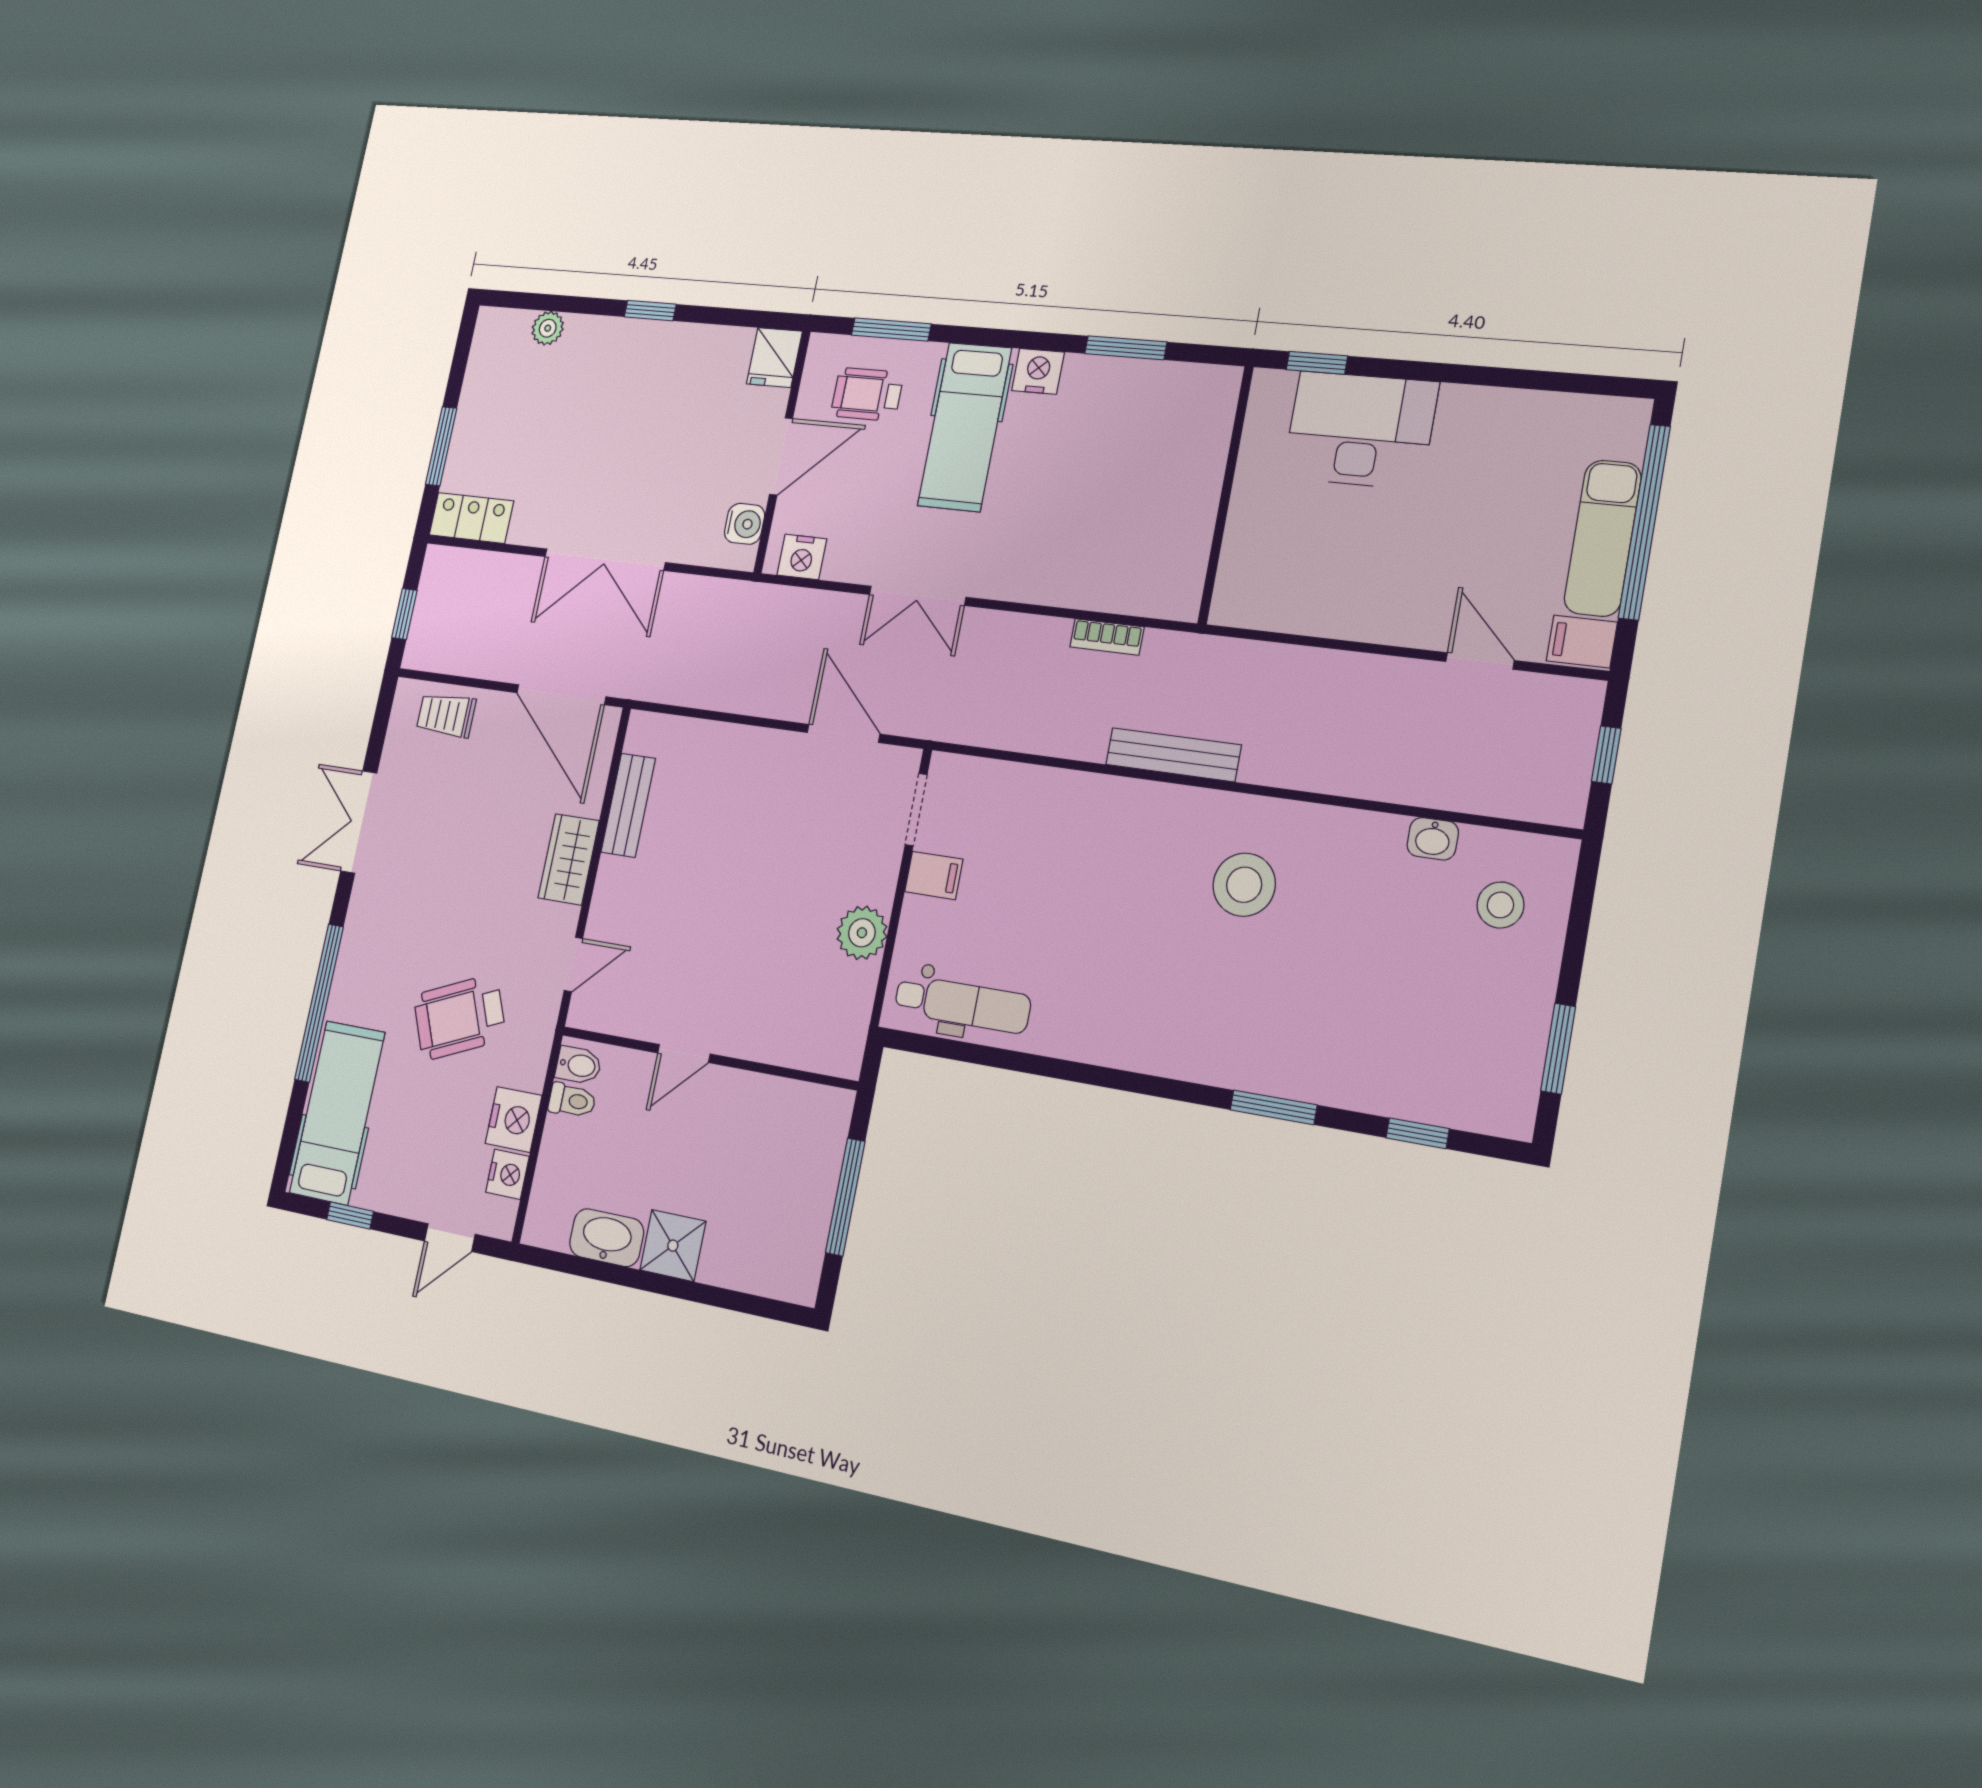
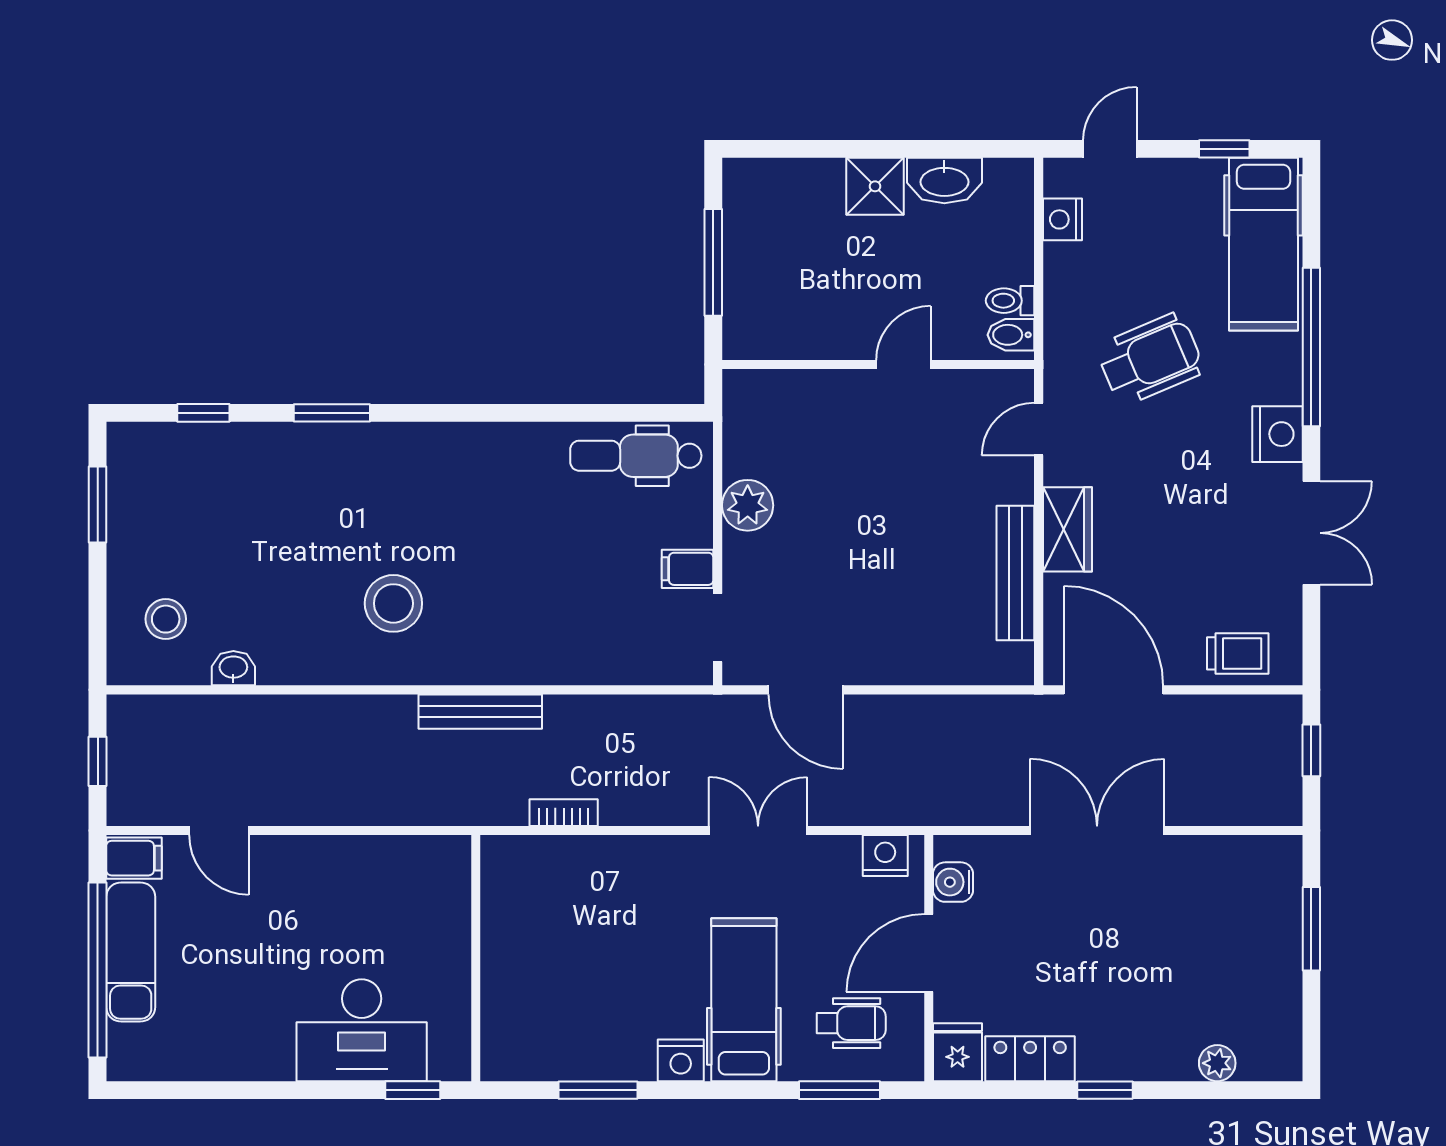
locker: (471, 518) -> (1030, 1059), moved, turned 180
bench: (628, 805) -> (1015, 573), width x1.36
nightstand: (514, 1119) -> (1277, 434), moved, turned 180

